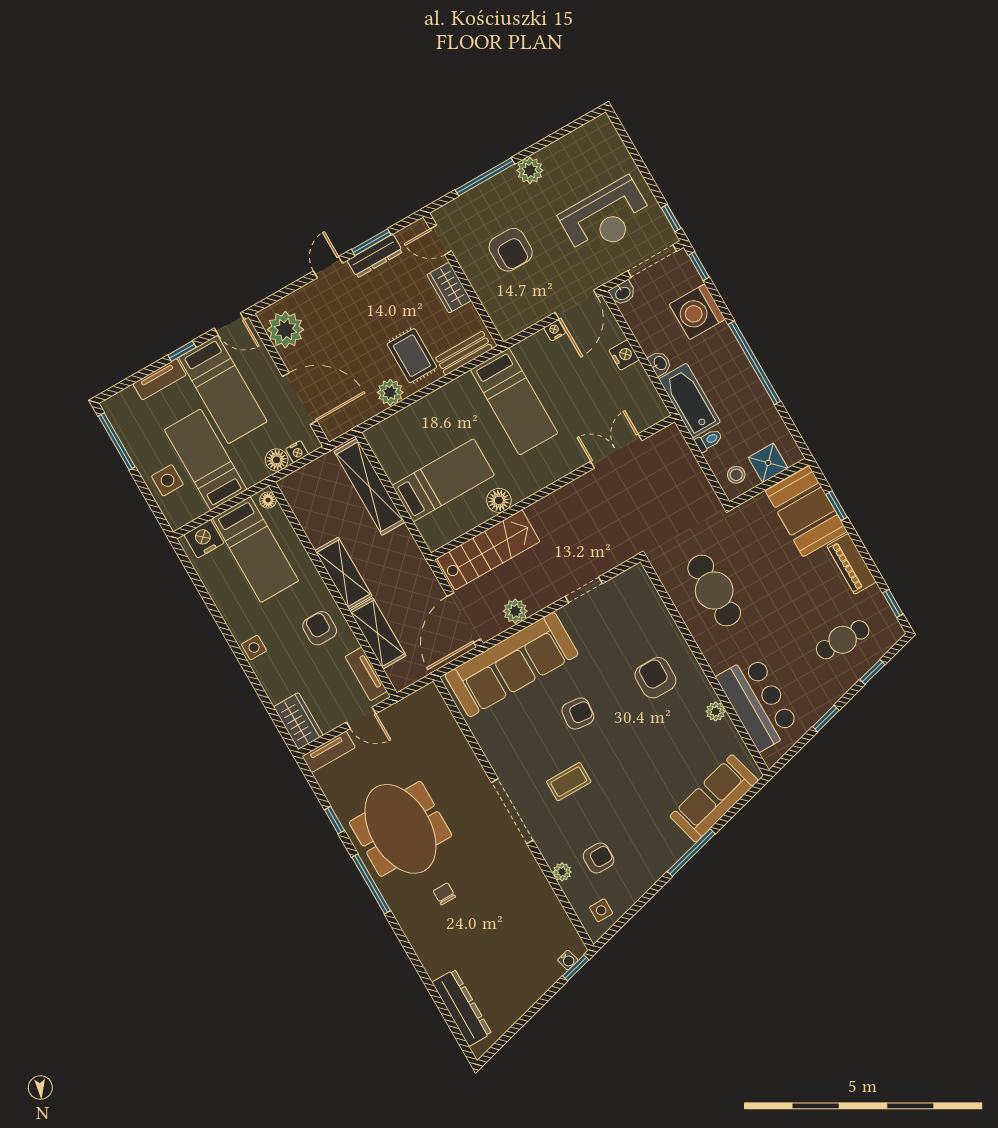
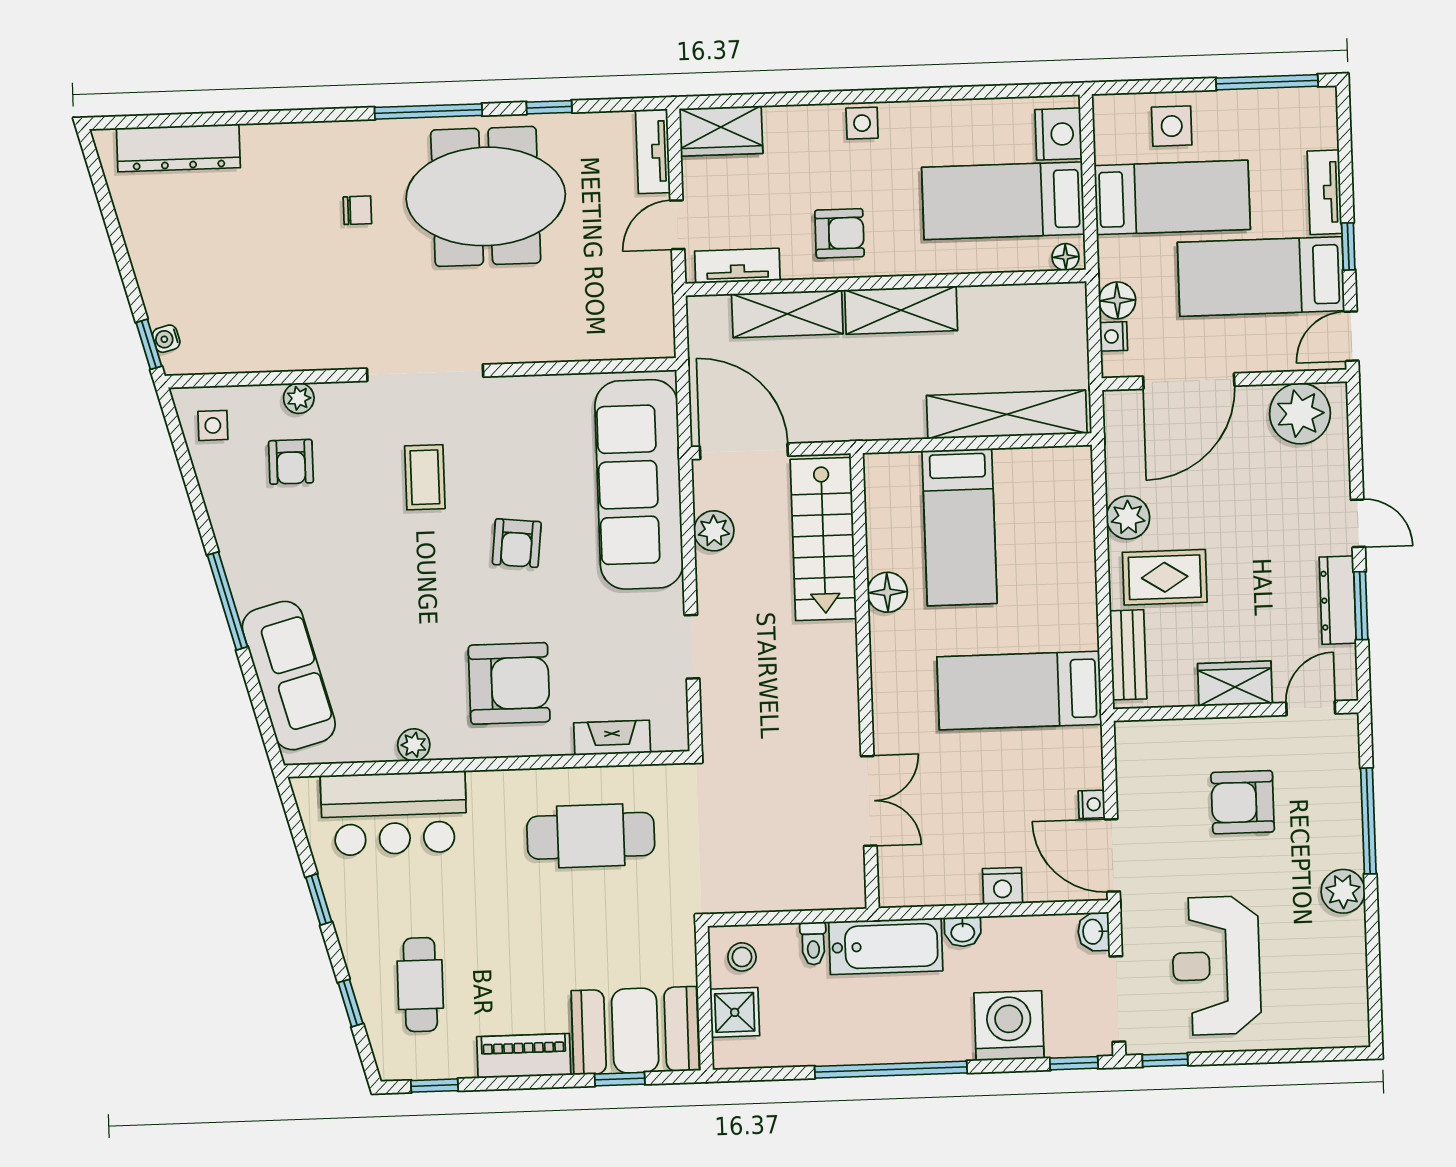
fireplace: (655, 607) -> (612, 738), added
armchair: (655, 678) -> (509, 683), width x1.36, depth x1.36

